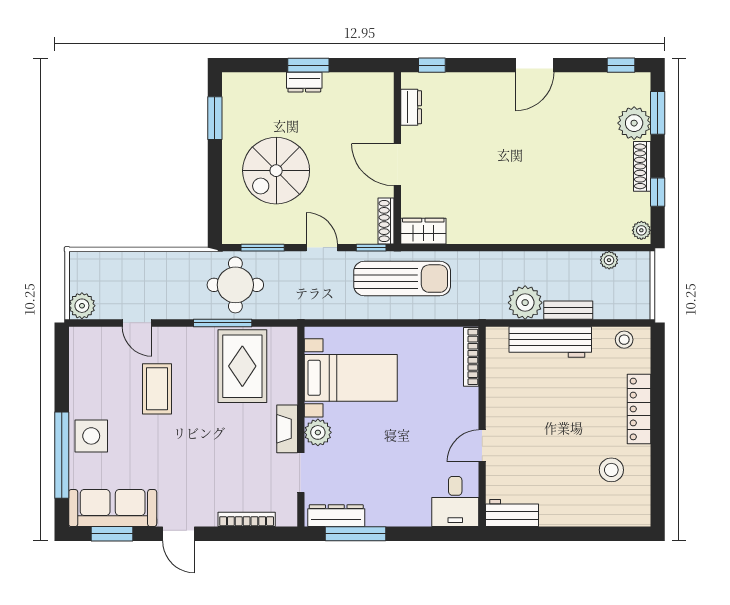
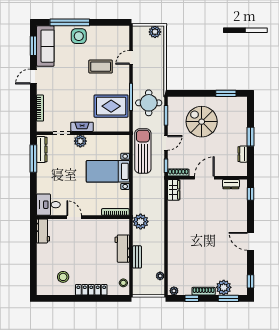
dresser: (304, 82) -> (243, 154), moved
sun lounger: (402, 279) -> (143, 151), moved, turned 180
plant: (525, 303) -> (141, 222), moved
plant: (82, 306) -> (155, 32), moved
workbench: (550, 342) -> (122, 249), width x0.73
bed with nightstands: (351, 378) -> (108, 171), moved, turned 90

